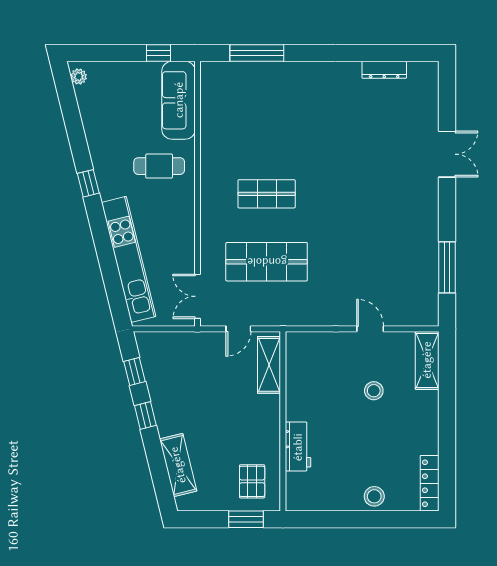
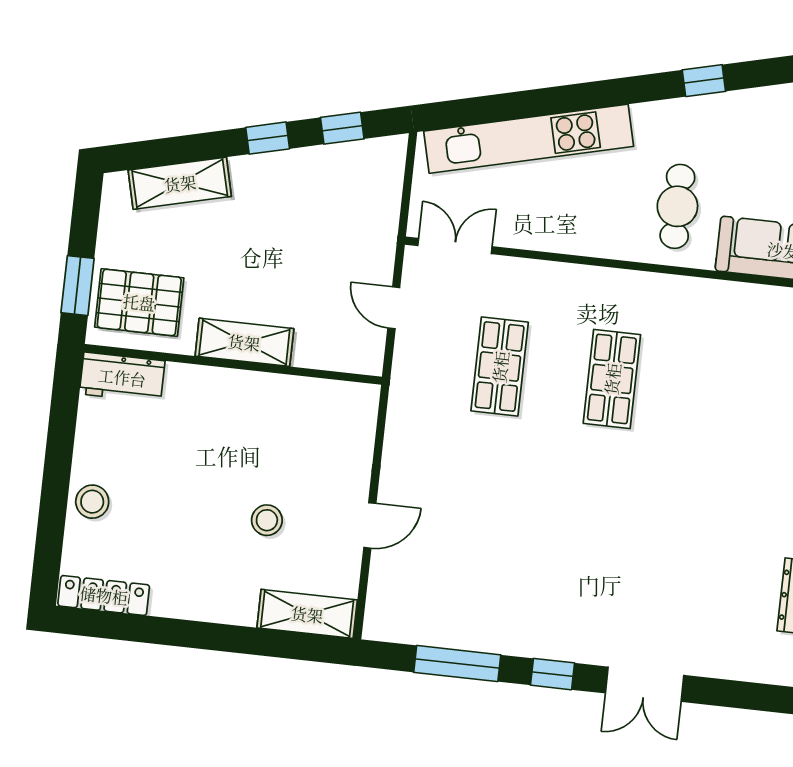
window: (88, 183) -> (704, 81), moved
window: (447, 210) -> (552, 674), added
shop shelf: (267, 262) -> (500, 367), width x0.70, depth x0.74
shelving: (269, 365) -> (244, 342), moved
workbench: (298, 447) -> (122, 377), moved
pallet: (252, 481) -> (139, 302), width x1.50, depth x1.42

